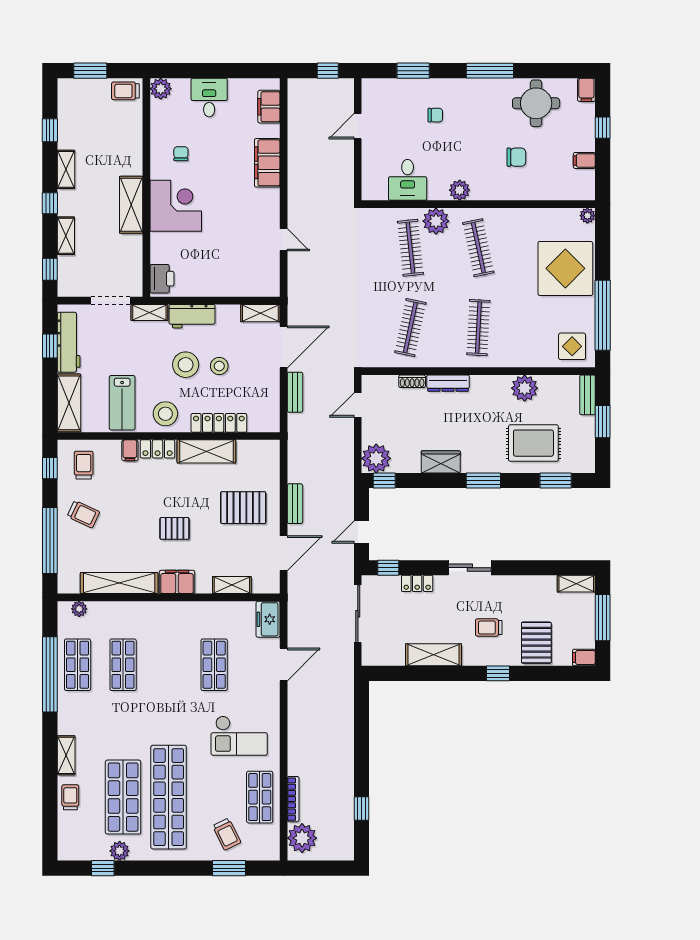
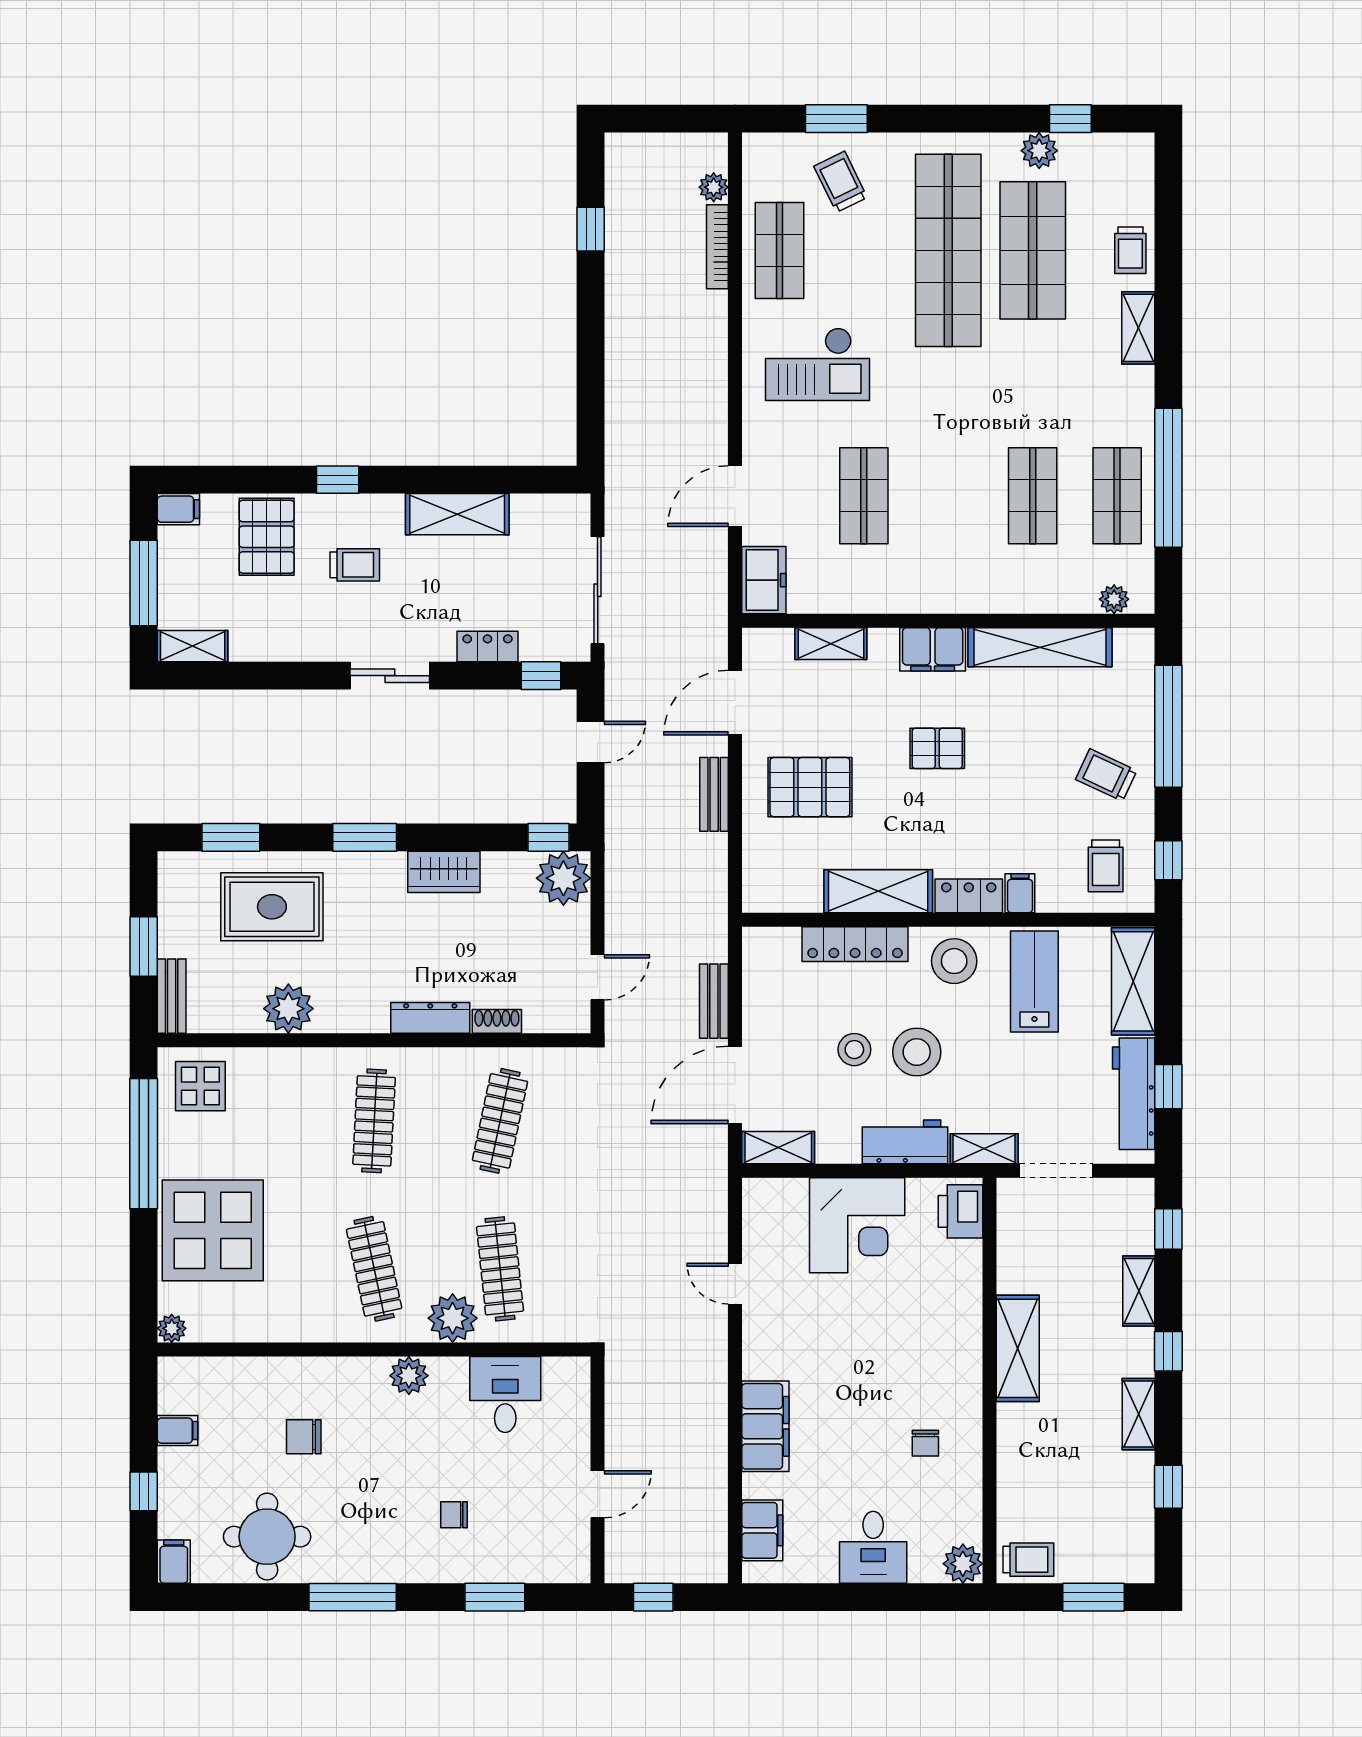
corner desk: (176, 206) -> (857, 1225), moved, turned -90
checkout: (239, 736) -> (817, 364), turned 180
plant: (302, 838) -> (714, 187), width x0.53, depth x0.53

